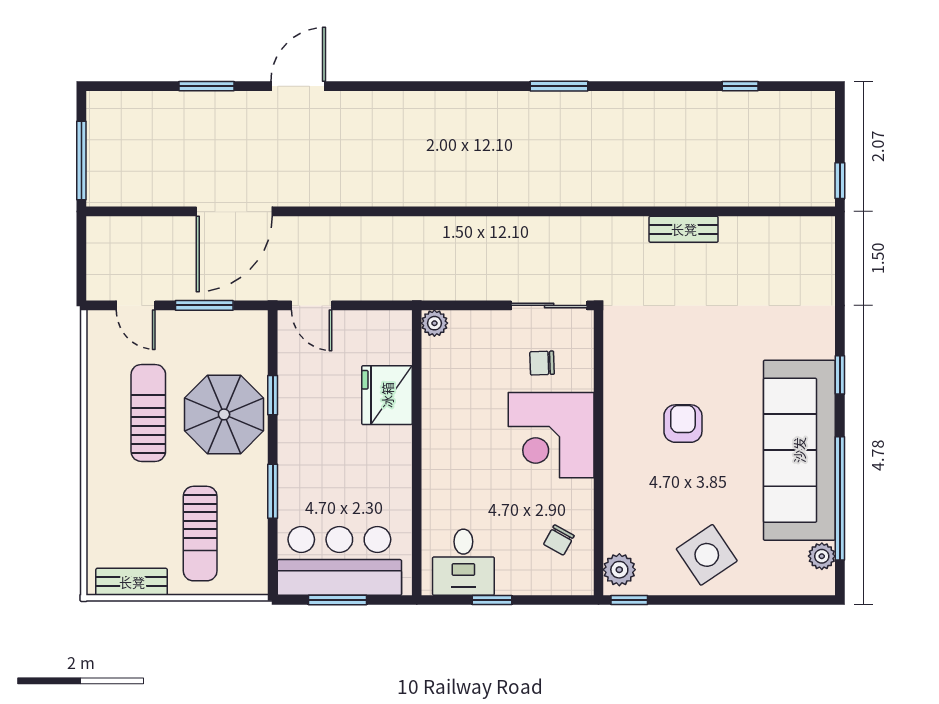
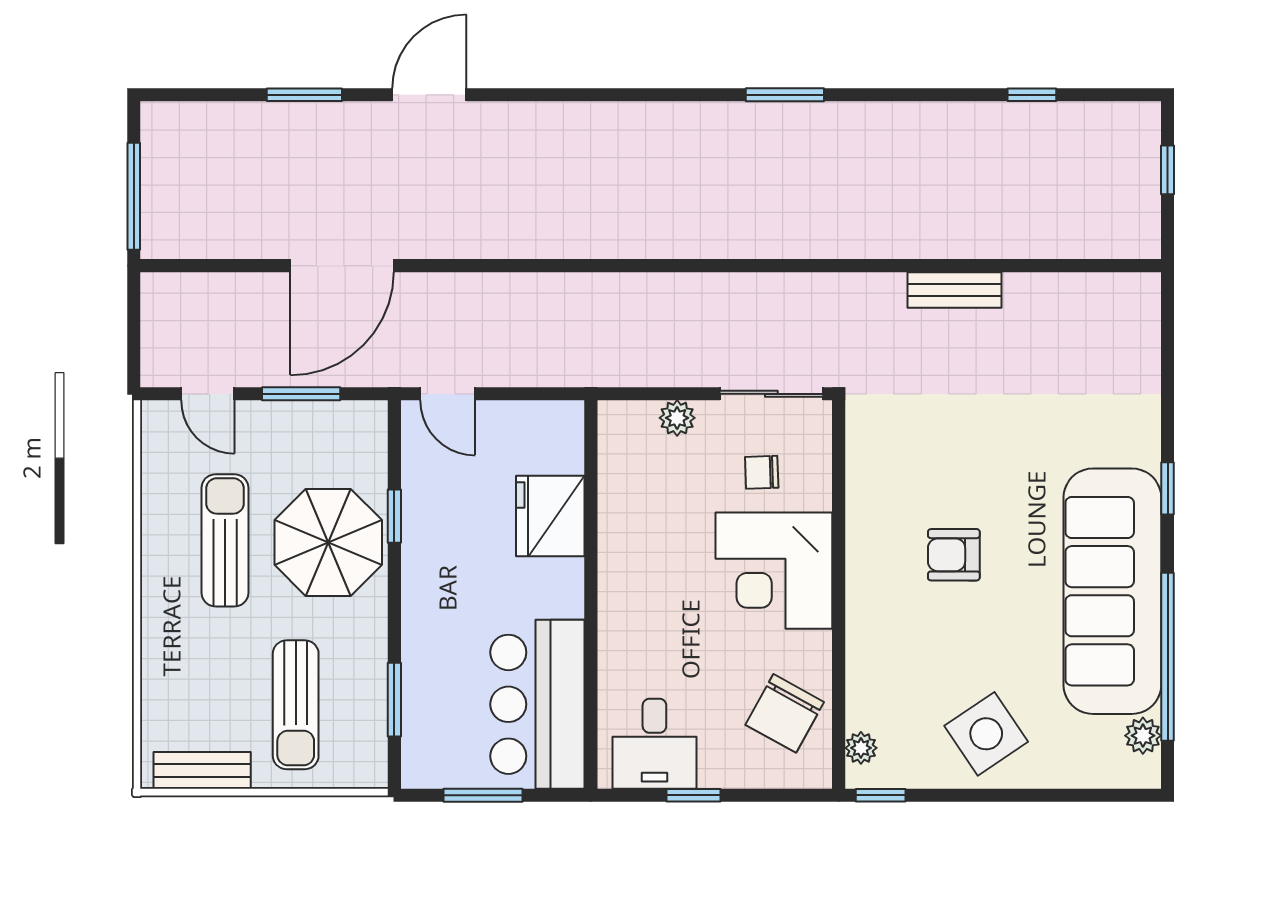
window: (840, 181) -> (1168, 170), moved
plant: (434, 323) -> (677, 418), moved
armchair: (683, 424) -> (954, 555), turned -90
window: (273, 491) -> (394, 700), moved
chair: (559, 540) -> (785, 713), width x1.87, depth x1.87
bar counter: (339, 561) -> (537, 704), moved, turned -90
plant: (619, 570) -> (861, 748), width x0.73, depth x0.73

